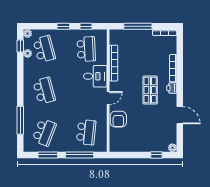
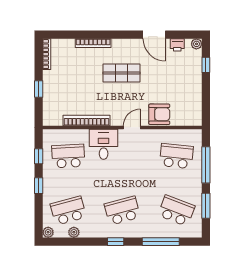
window: (138, 26) -> (39, 89), width x0.46
window: (20, 46) -> (116, 242), moved
printer: (172, 88) -> (177, 45), moved
door: (108, 98) -> (132, 127), hinge flipped
door: (180, 115) -> (154, 35), swing flipped

